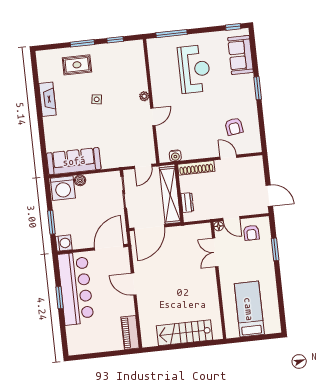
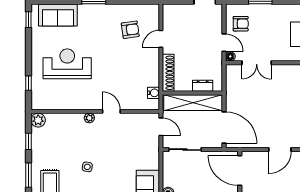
window: (171, 34) -> (28, 83), width x0.46
plant: (137, 47) -> (38, 120), added
door: (231, 219) -> (224, 43), hinge flipped

